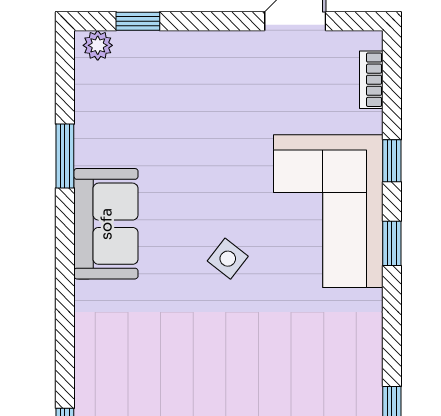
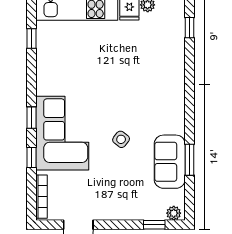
bookcase: (371, 80) -> (42, 197), width x1.56
sofa: (106, 224) -> (170, 162), moved
side table: (228, 259) -> (121, 139), moved

